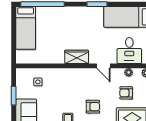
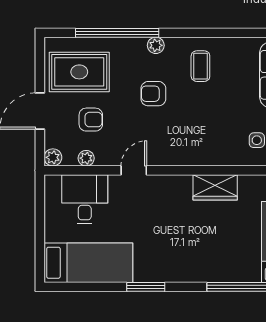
wardrobe: (77, 57) -> (215, 187), moved
door: (103, 66) -> (134, 170), hinge flipped

